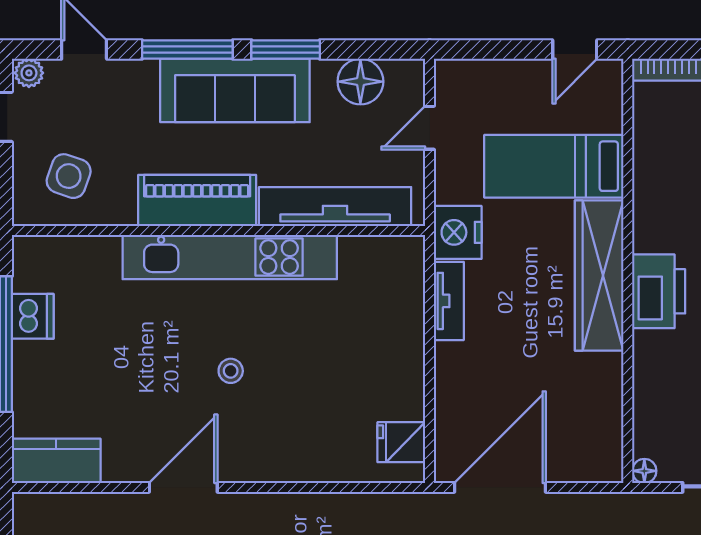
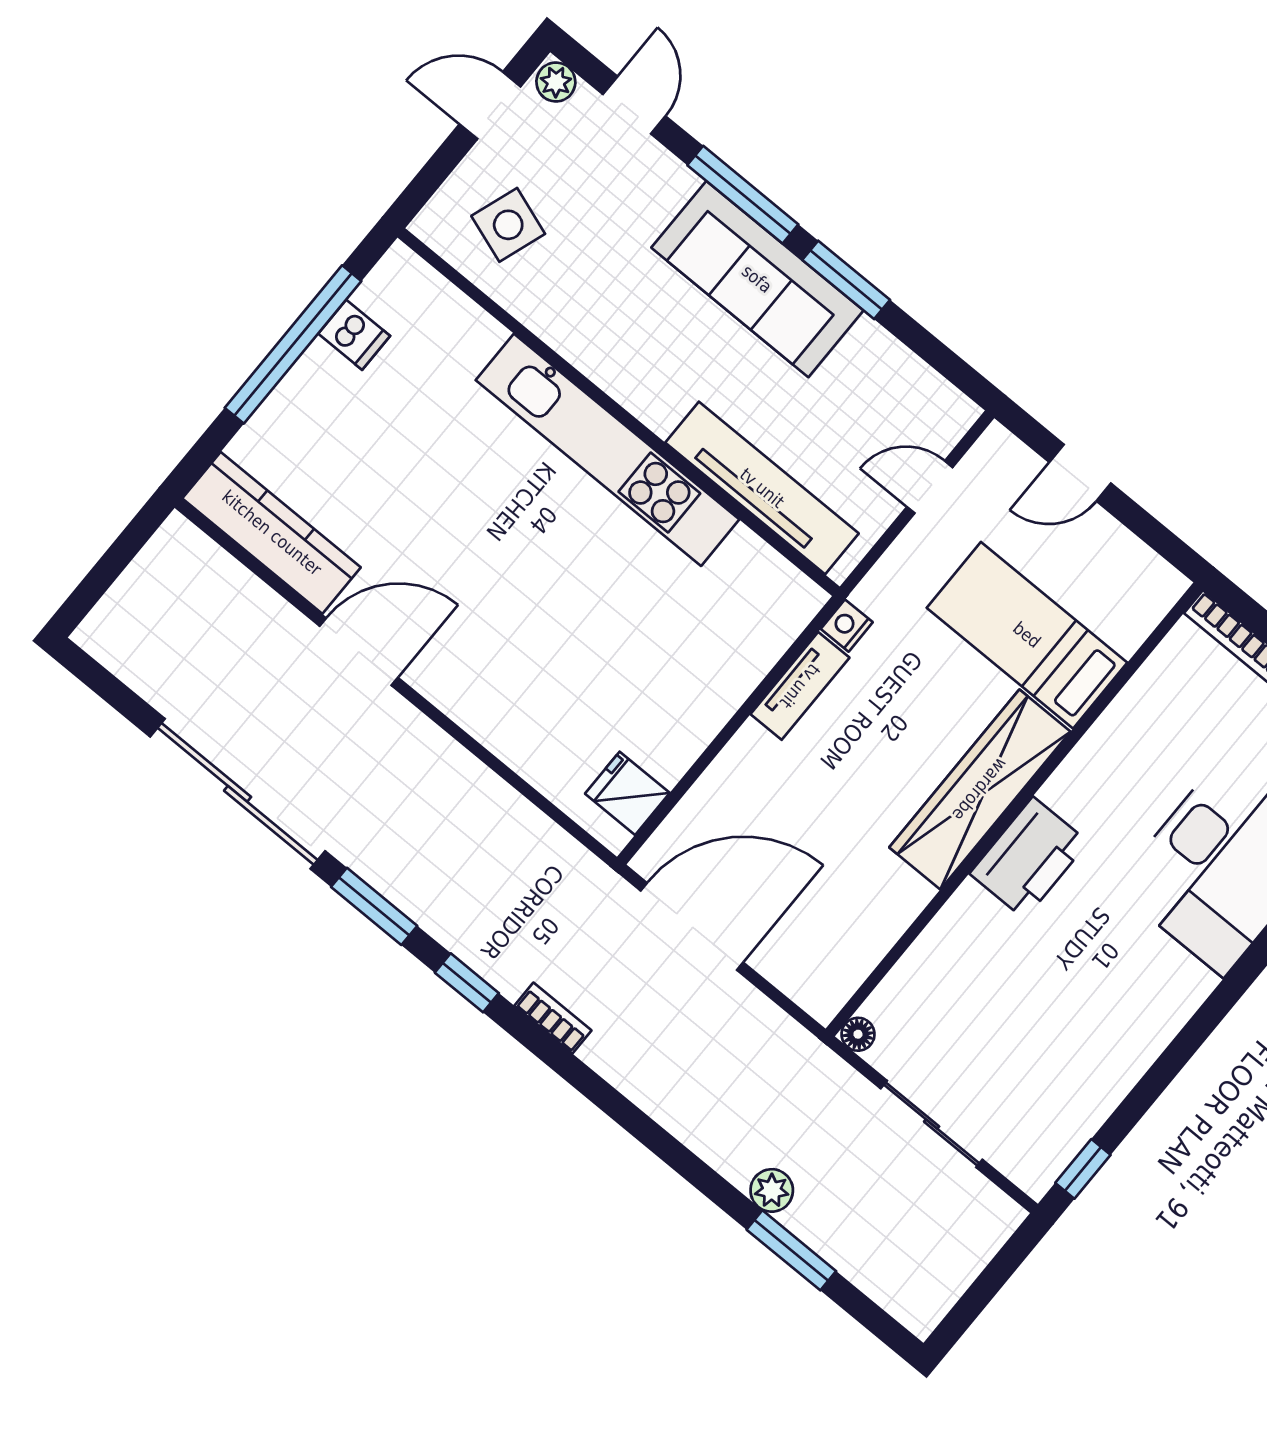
door: (575, 49) -> (1080, 473), moved
floor lamp: (360, 82) -> (897, 379), removed
piano: (197, 200) -> (622, 362), removed
nightstand: (458, 232) -> (847, 626), width x0.53, depth x0.56
dishwasher: (33, 316) -> (354, 335), width x0.73
stool: (231, 371) -> (510, 570), removed
kitchen counter: (56, 461) -> (272, 533), width x1.50

